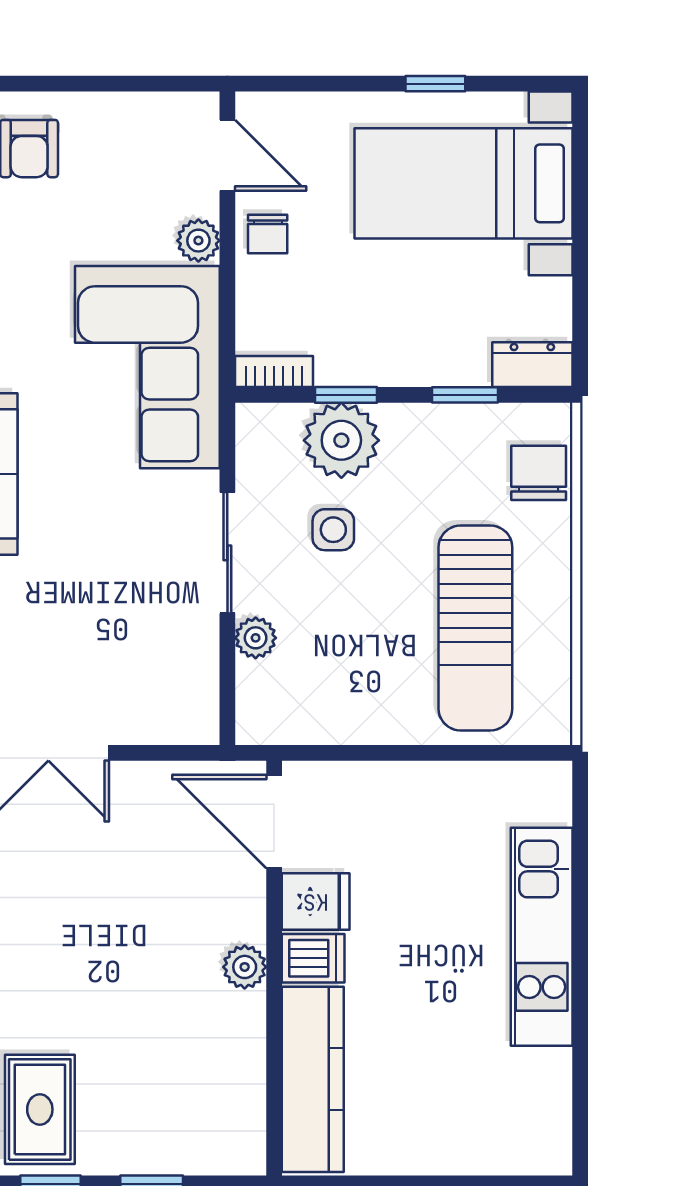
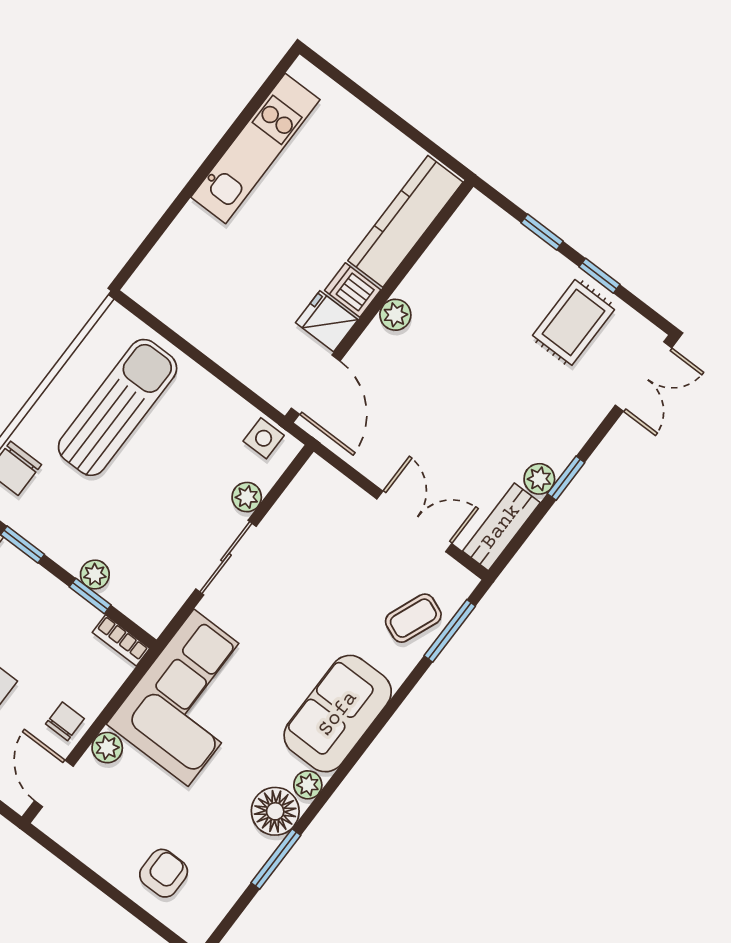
plant: (341, 440) -> (95, 575), width x0.53, depth x0.53
side table: (333, 530) -> (264, 438), moved
kitchen unit: (542, 937) -> (255, 148), moved

